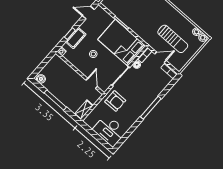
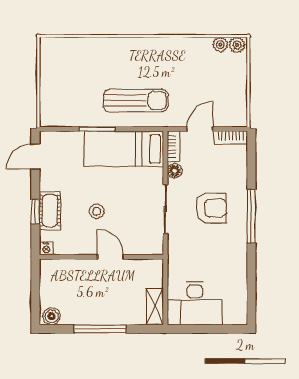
sun lounger: (173, 39) -> (136, 101), moved
bed: (122, 43) -> (124, 149), width x0.67
door: (92, 83) -> (110, 257), moved
armchair: (115, 101) -> (211, 208), moved
desk: (110, 130) -> (195, 303), moved

